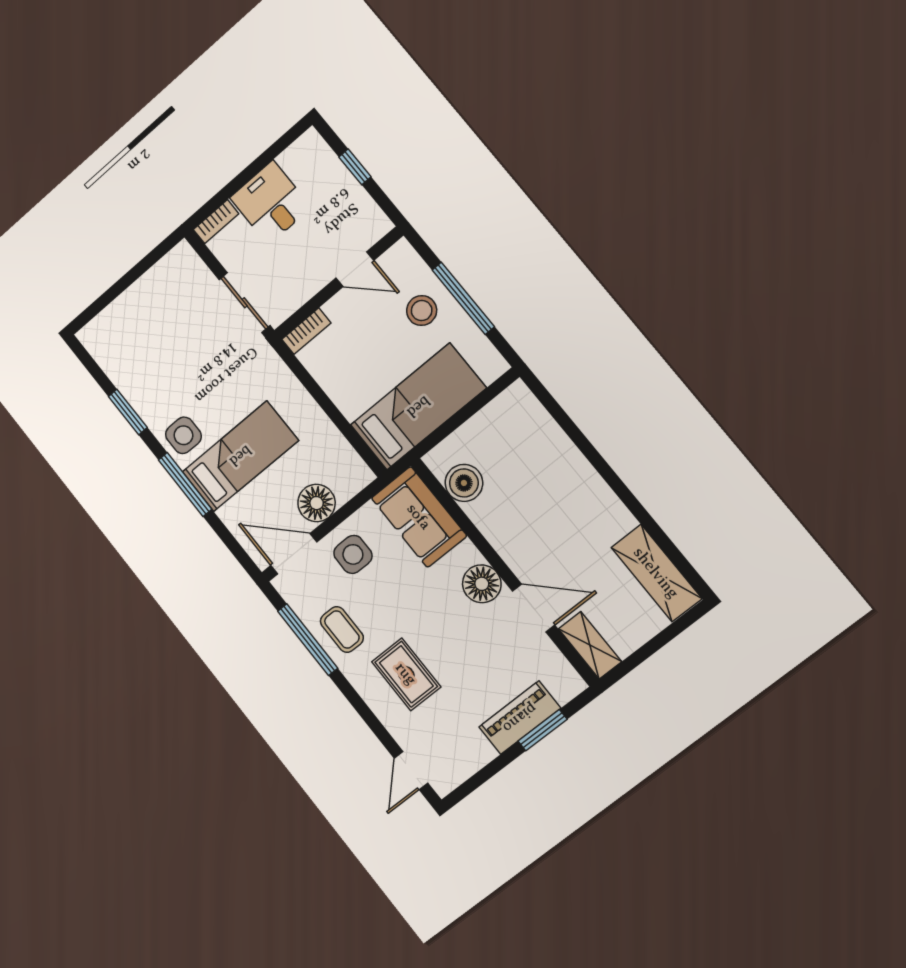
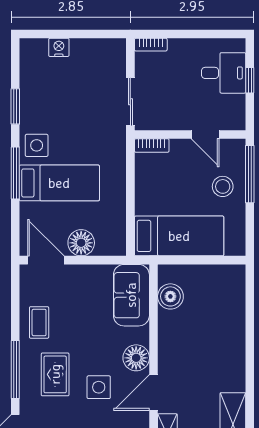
desk: (271, 203) -> (224, 73), moved, turned 90
window: (463, 298) -> (250, 174), moved
nightstand: (122, 309) -> (59, 47), added
side table: (353, 554) -> (99, 387), moved
door: (534, 608) -> (153, 392), swing flipped
window: (308, 640) -> (15, 369), moved

